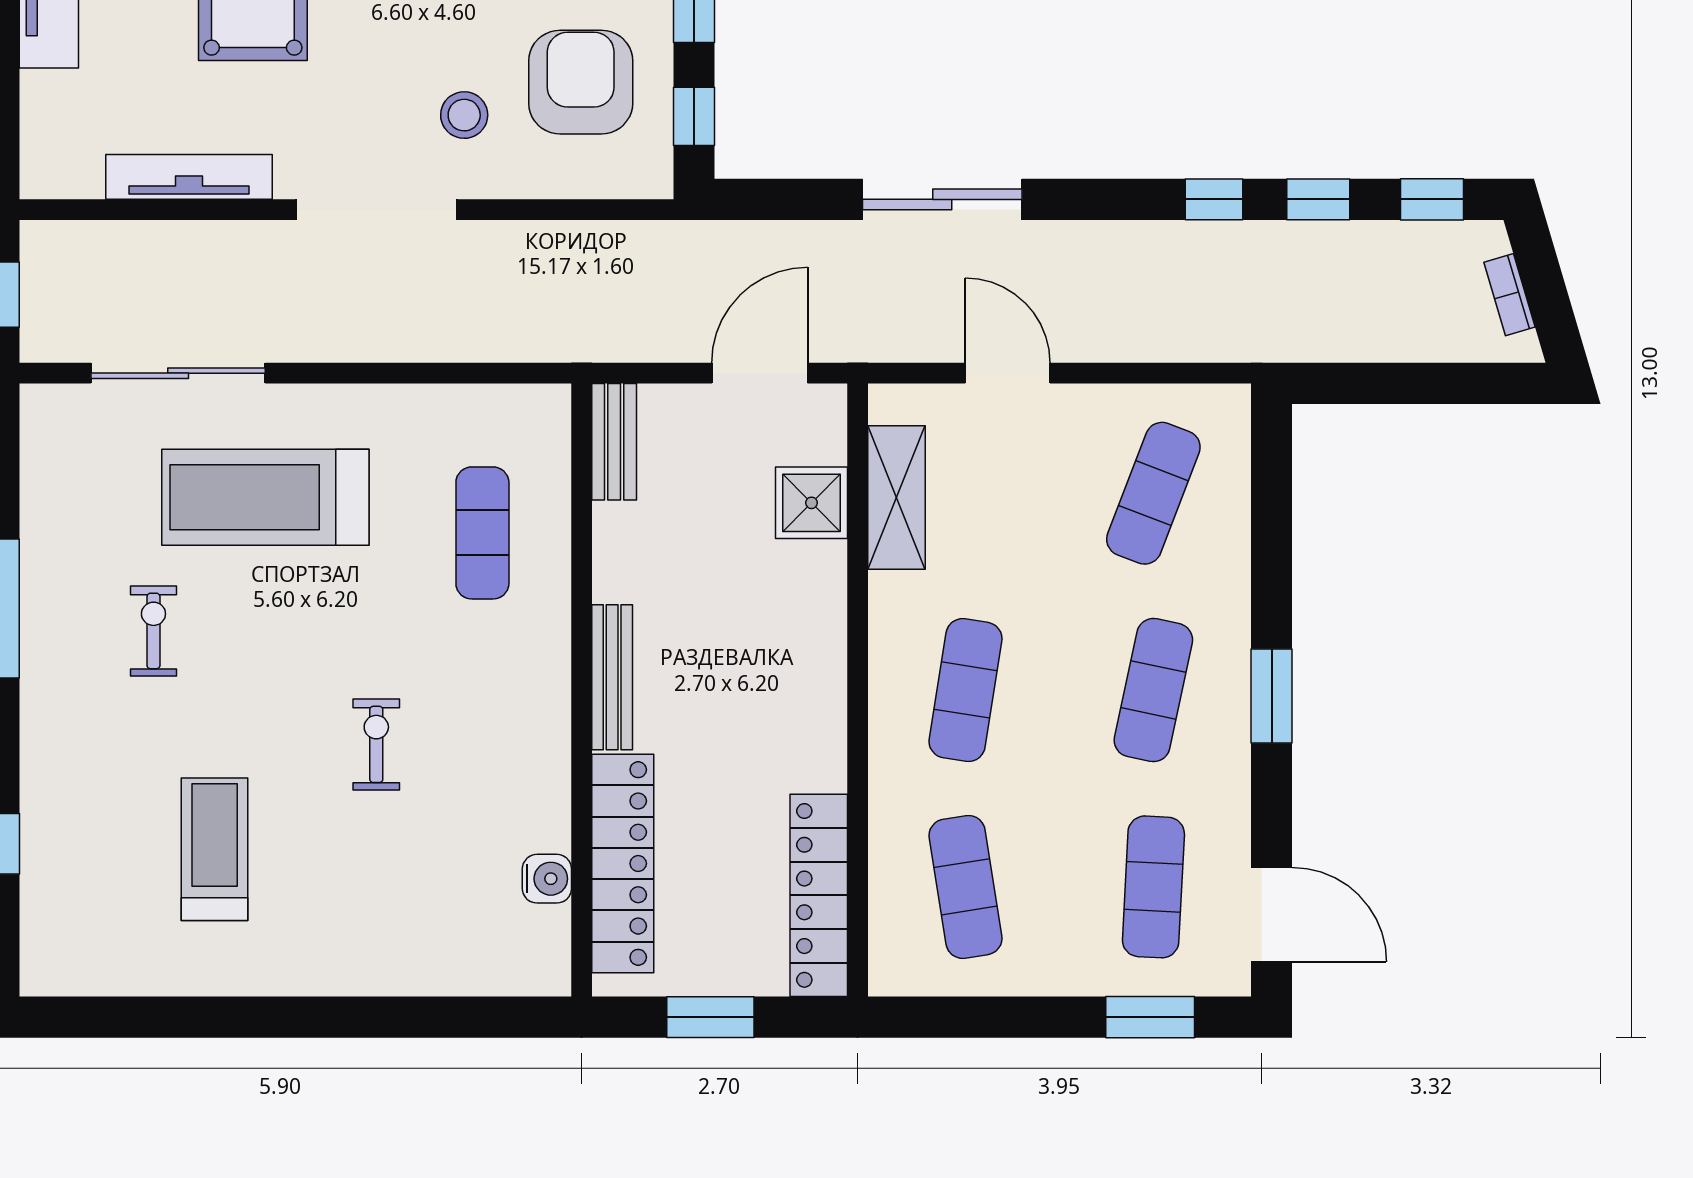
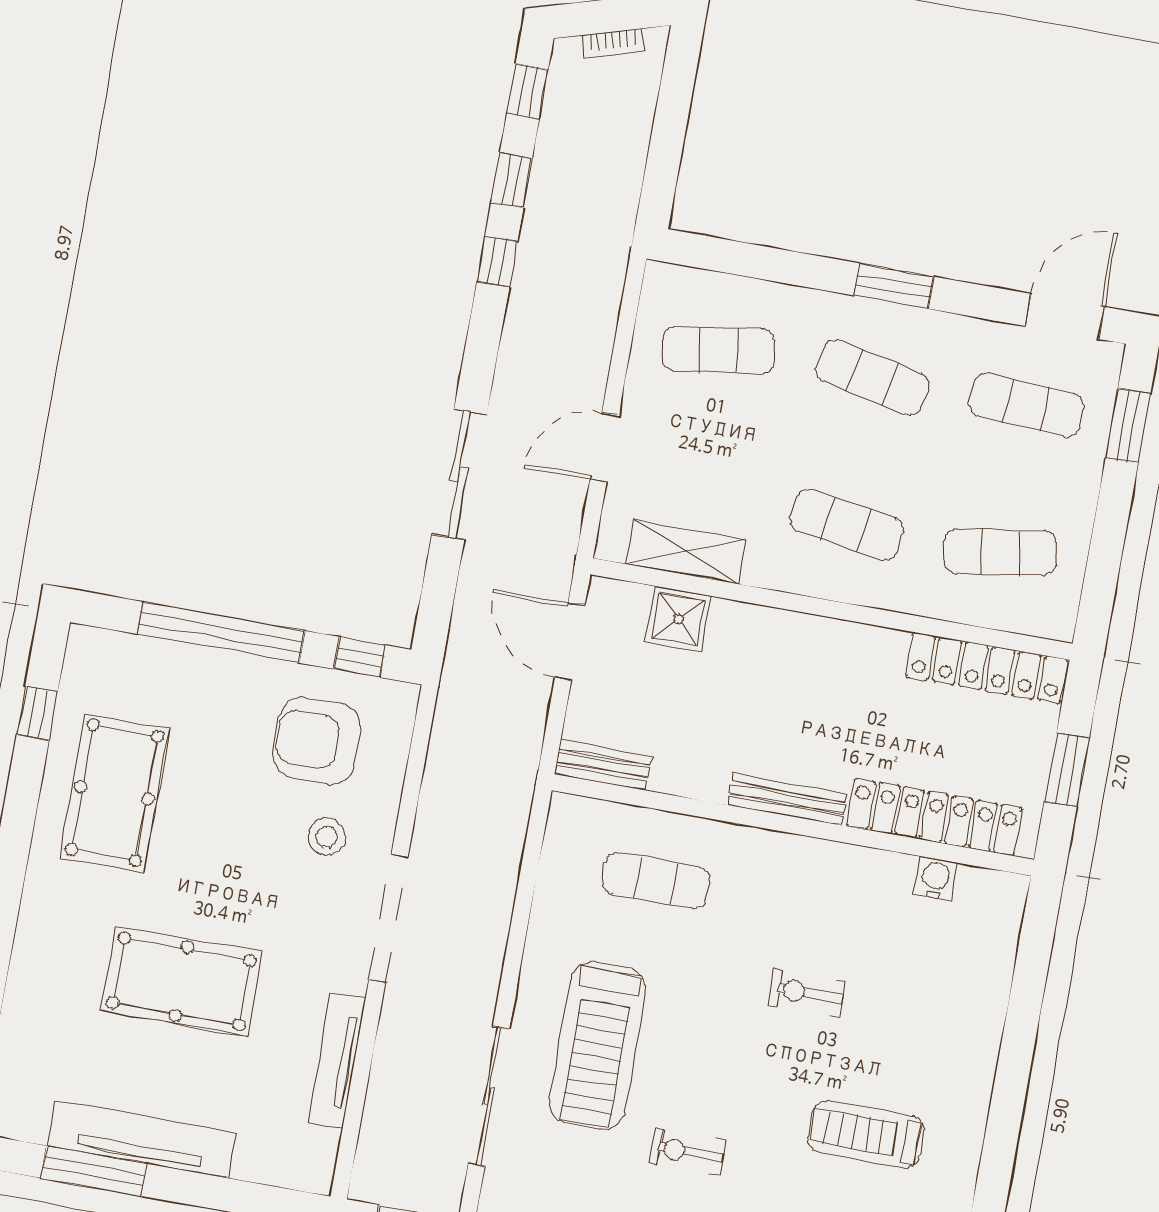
exercise mat: (1153, 493) -> (719, 350), turned -30

